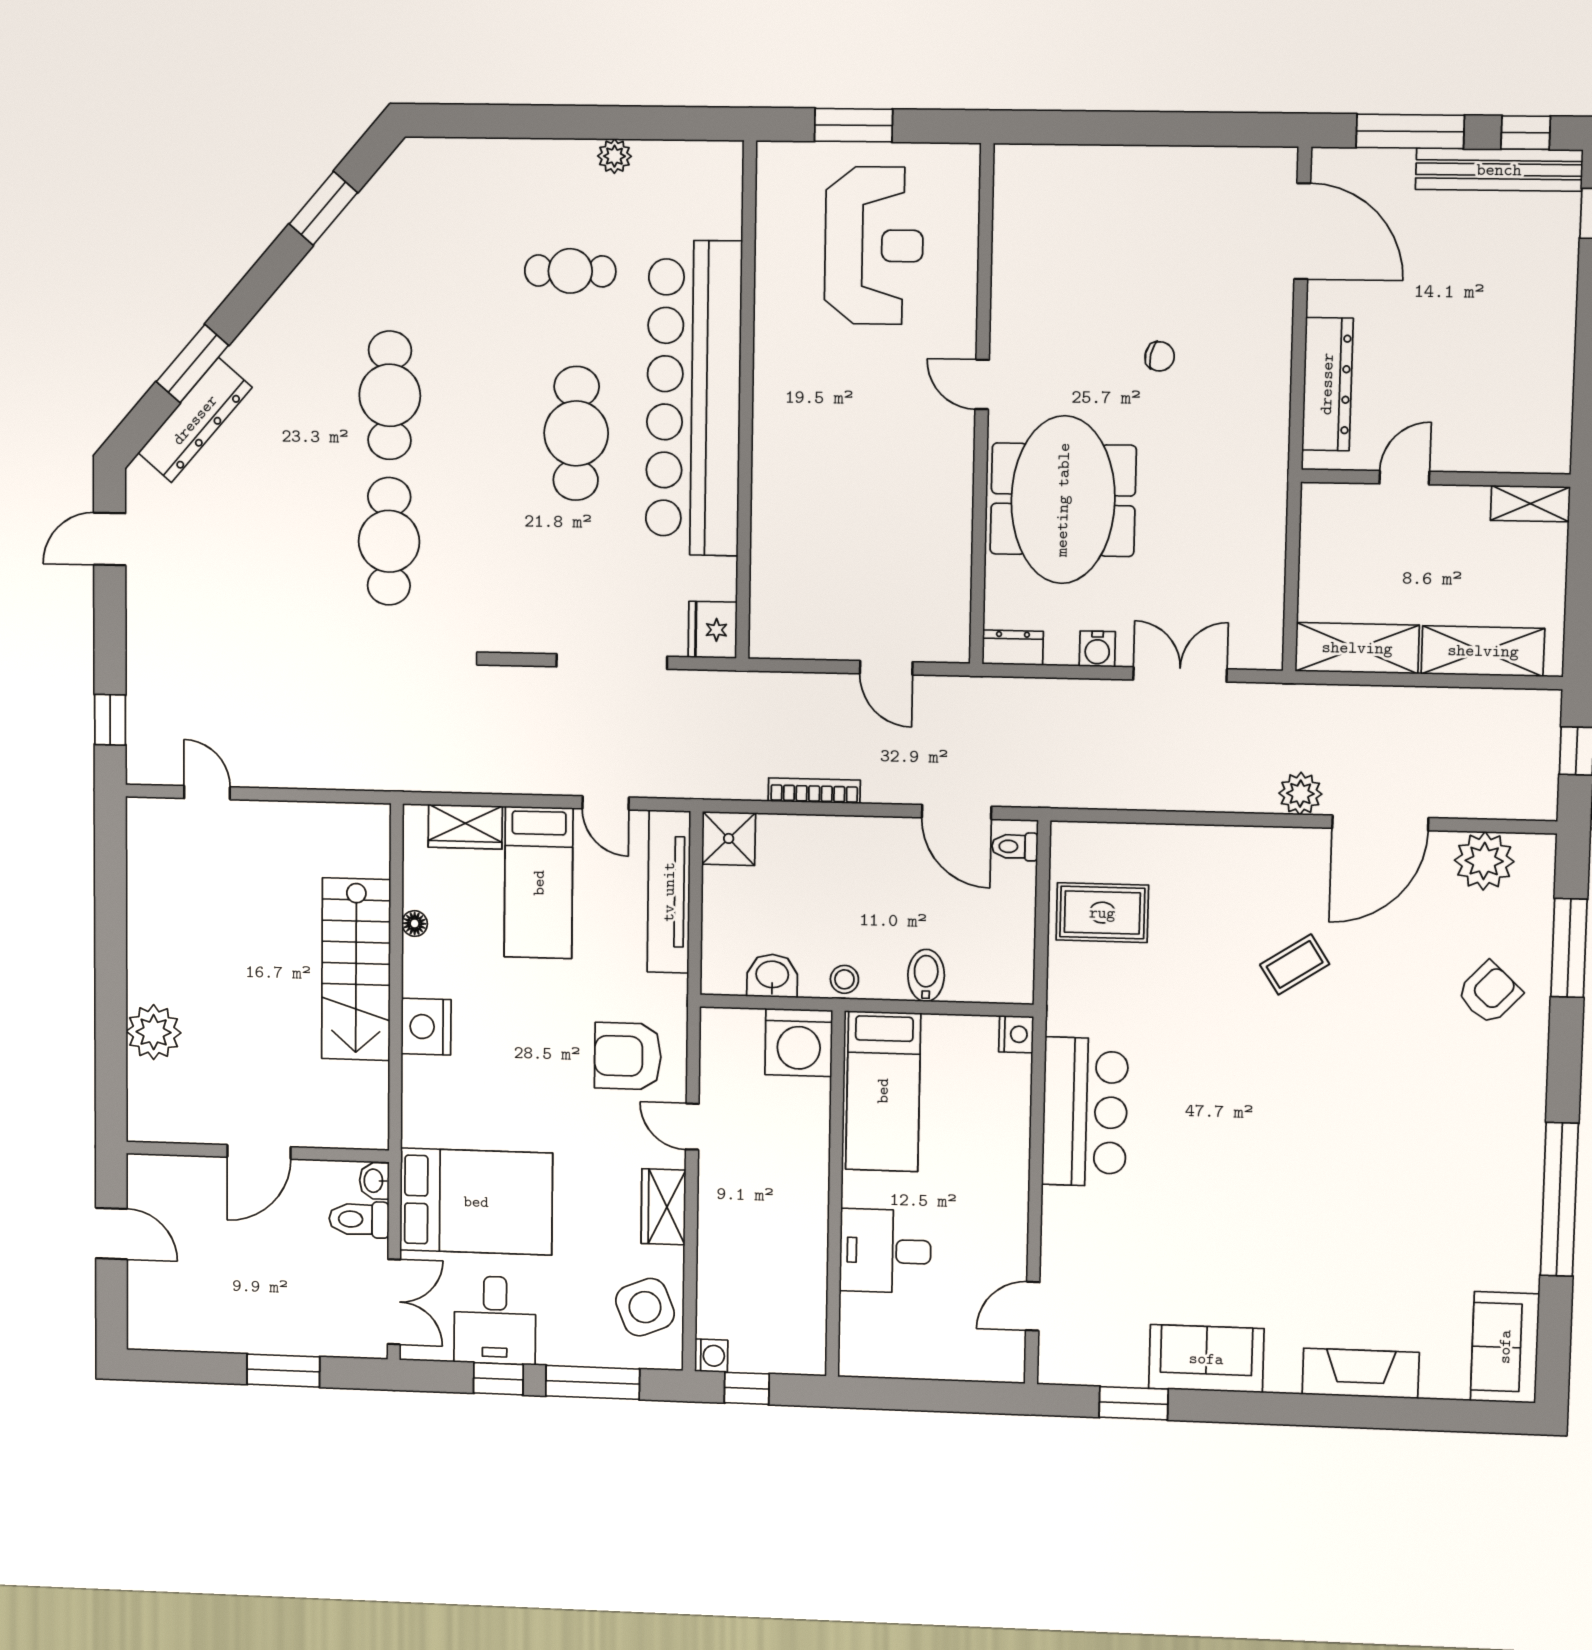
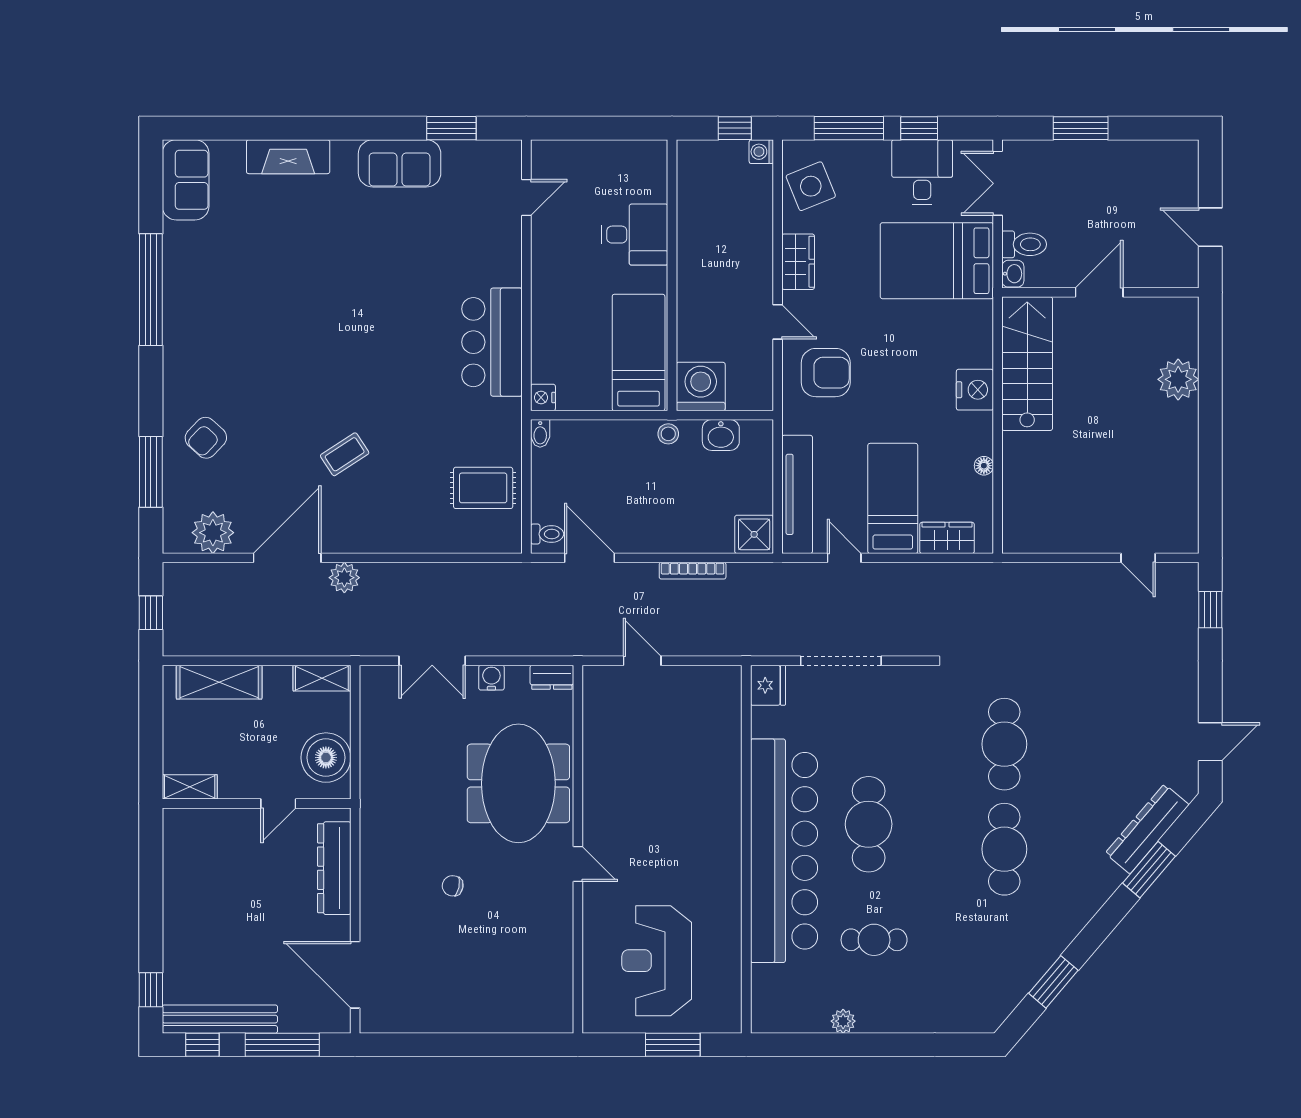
boiler: (1334, 541) -> (326, 758), added
shelving: (1357, 648) -> (322, 678), width x0.67, depth x0.75
stairs: (356, 969) -> (1027, 364), moved
bidet: (926, 975) -> (540, 433), moved, width x0.72, depth x0.74

